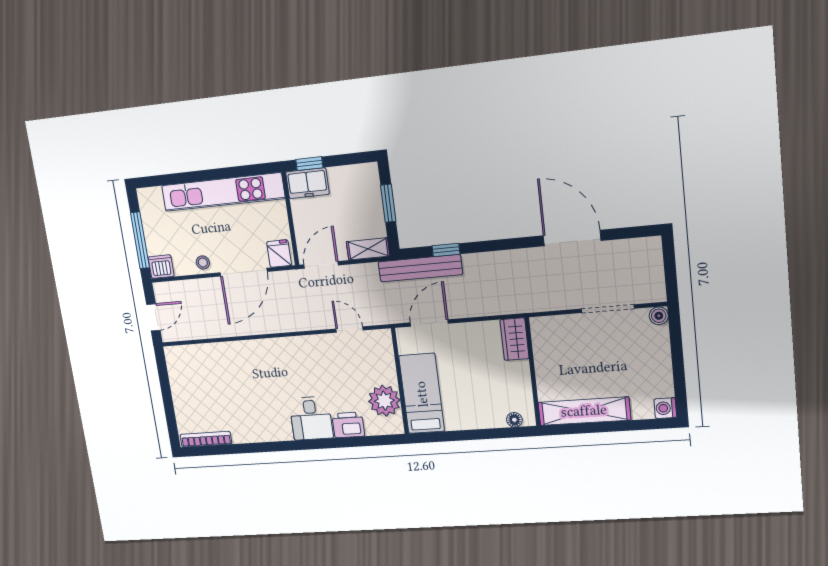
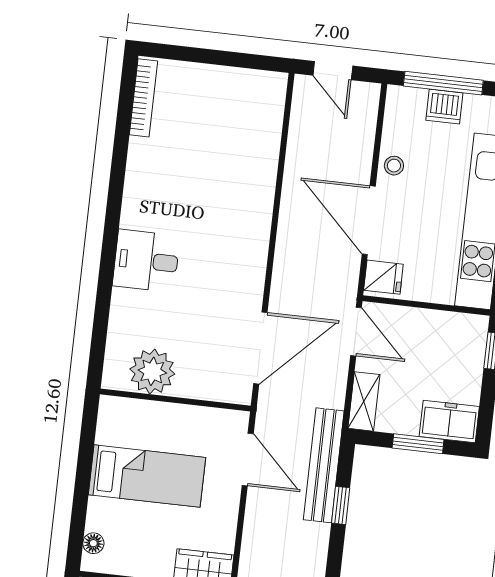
freezer: (307, 183) -> (449, 421), moved, turned 90
dishwasher: (161, 267) -> (444, 107), moved, turned 90
door: (349, 329) -> (260, 348), width x1.87
bed: (422, 394) -> (147, 476), moved
printer: (348, 425) -> (127, 312), removed

